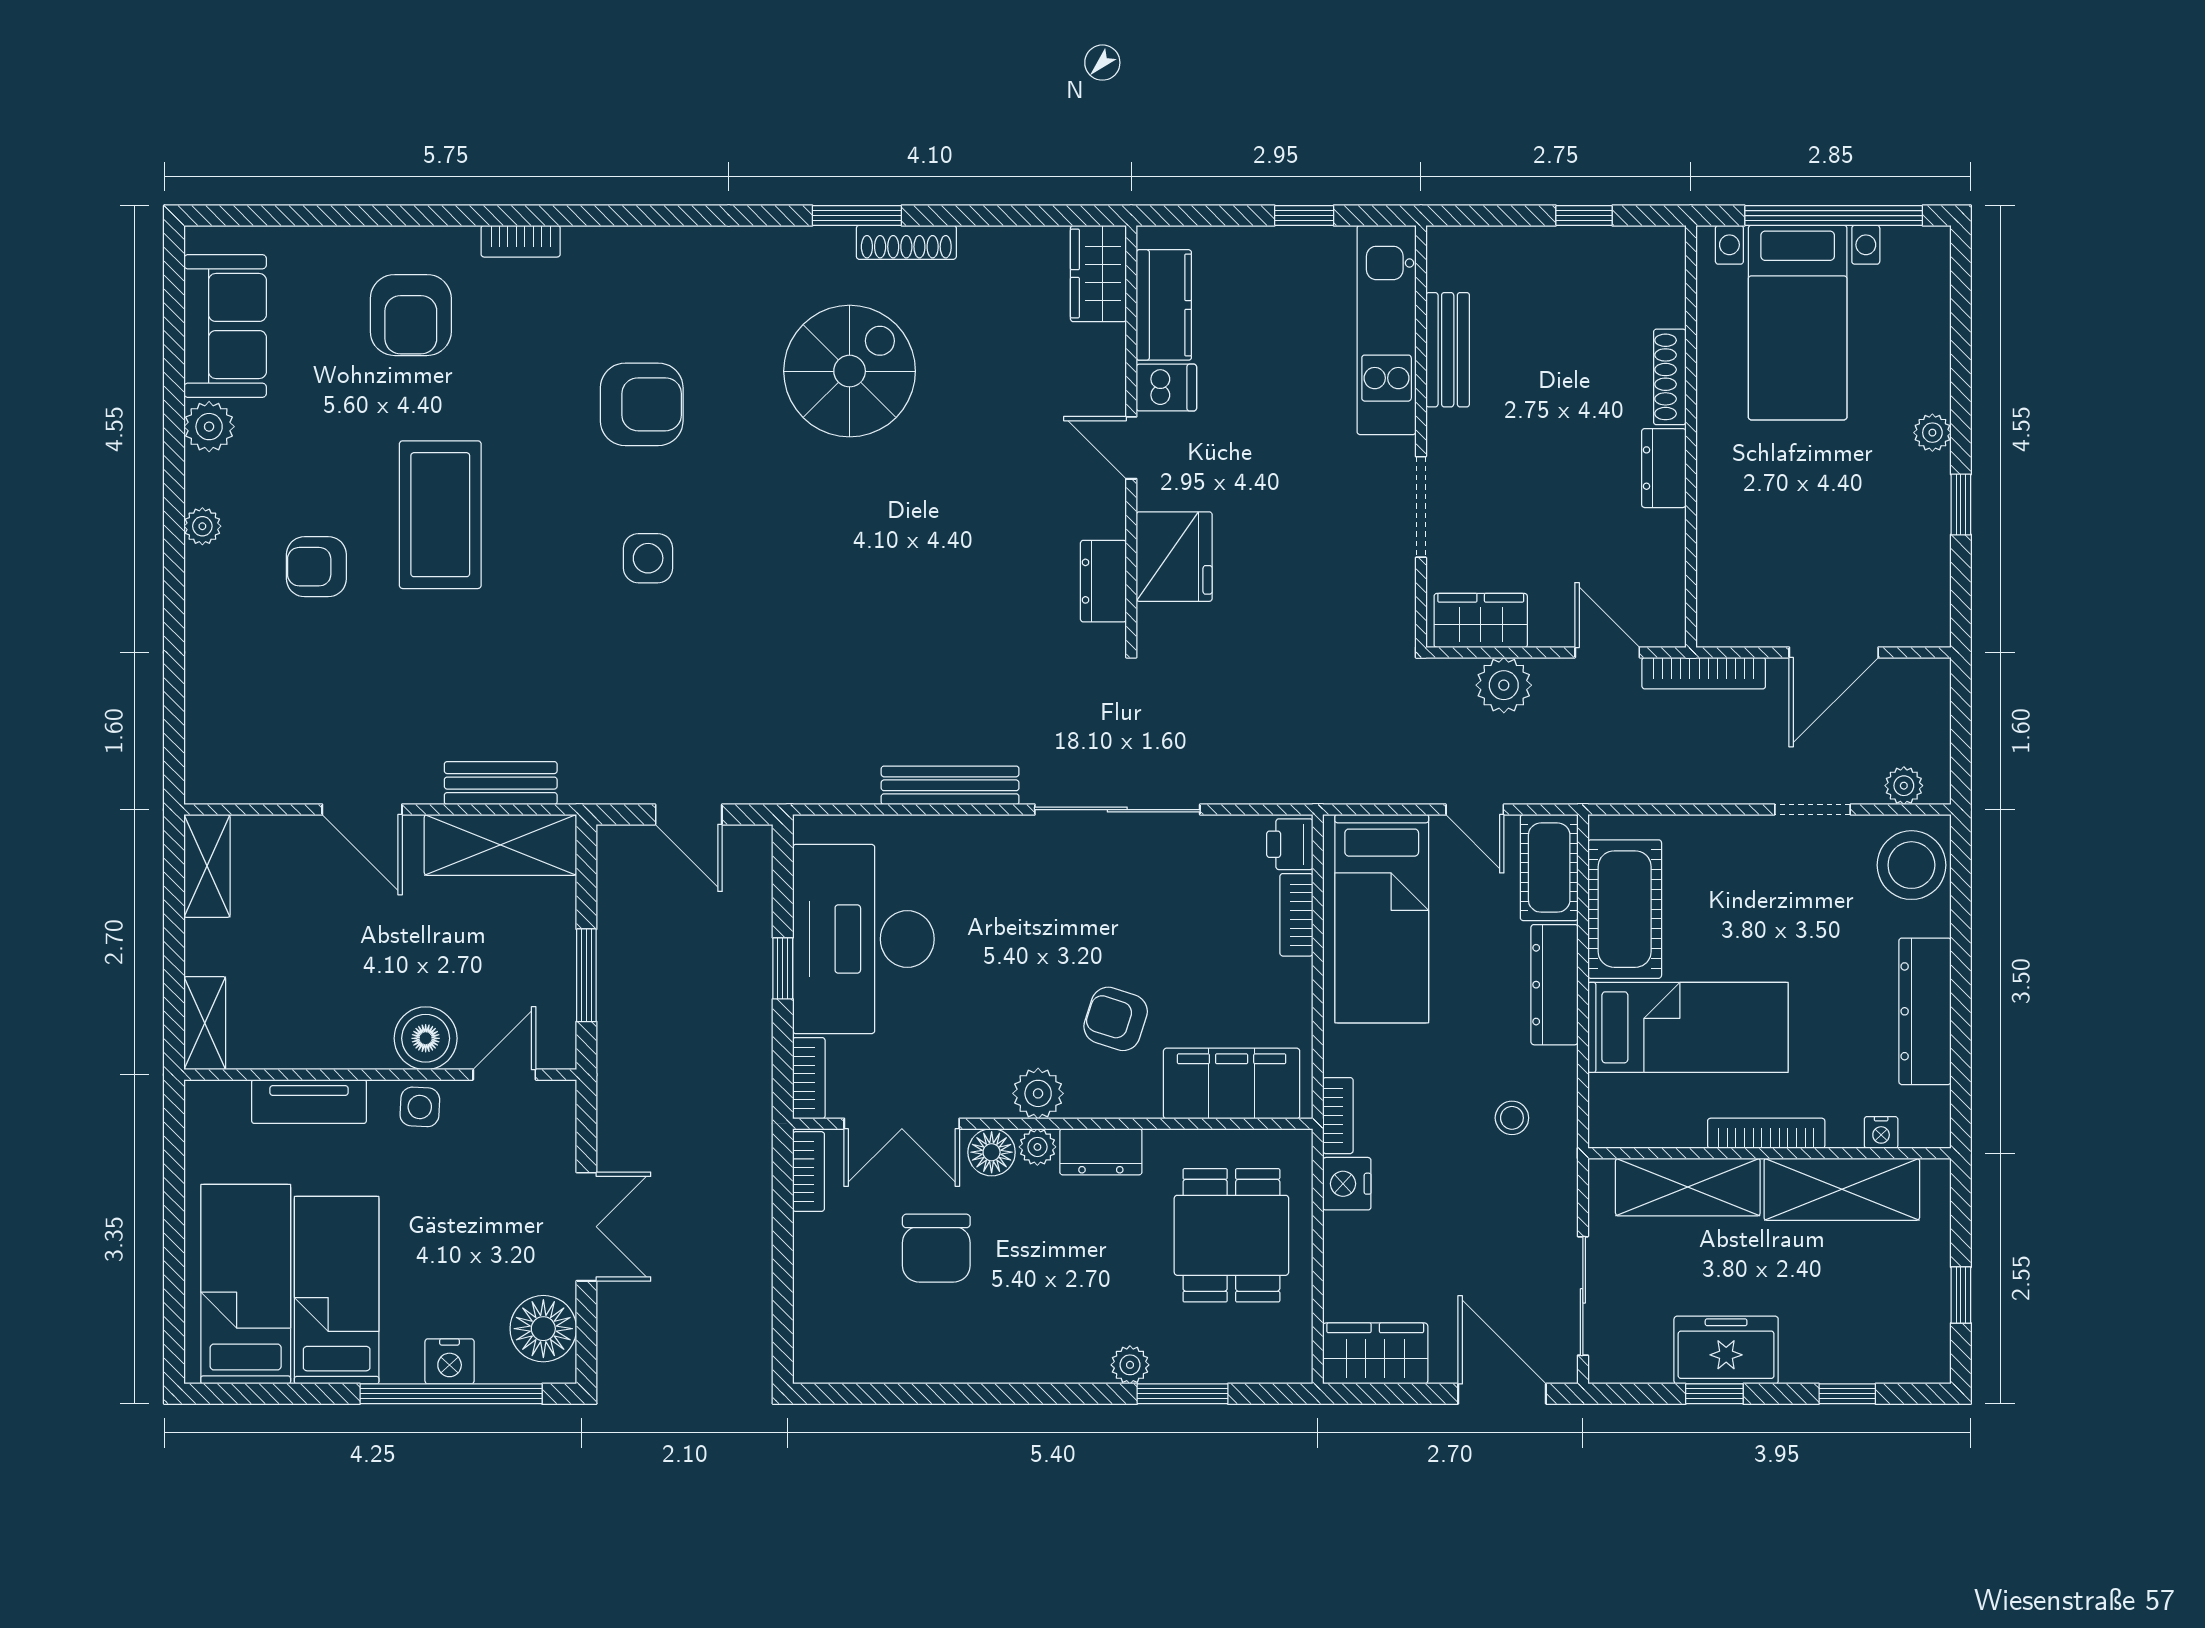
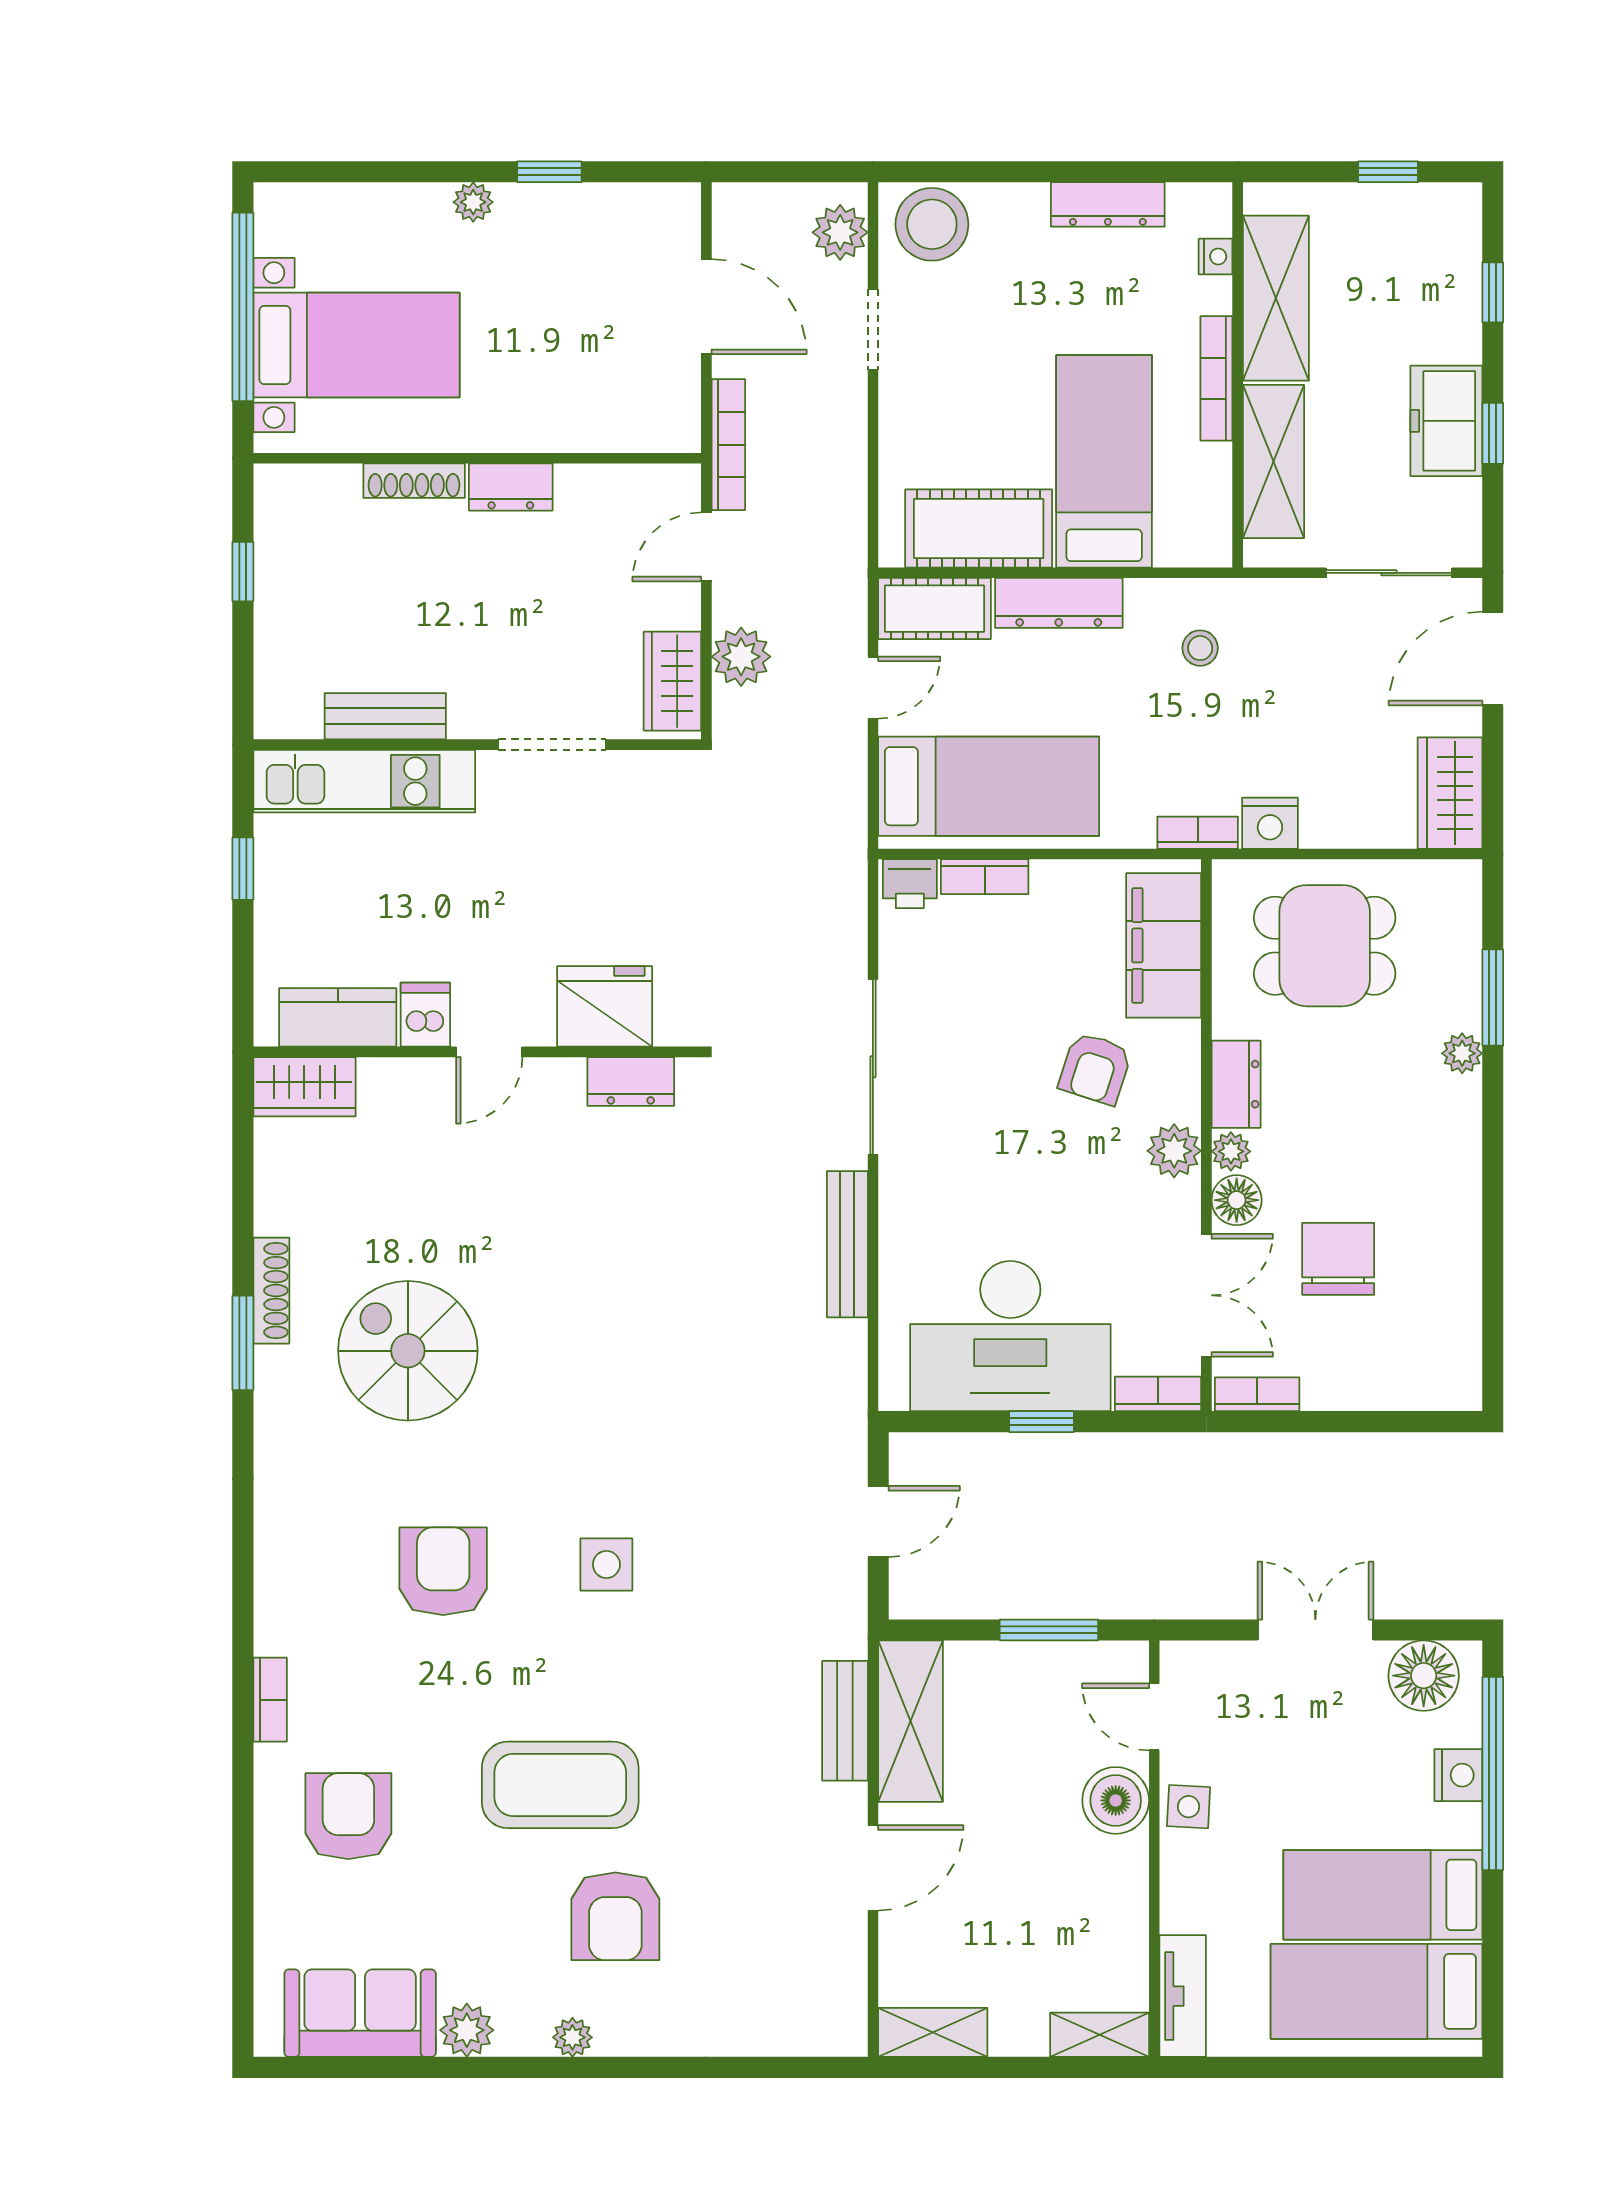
armchair: (411, 315) -> (348, 1816), turned -90
armchair: (316, 567) -> (615, 1916), width x1.38, depth x1.38
plant: (1904, 786) -> (840, 232), width x1.38, depth x1.38
dresser: (1925, 1011) -> (1108, 204), width x0.73, depth x0.80
tv unit: (309, 1101) -> (1183, 1996), moved
chair: (936, 1248) -> (1338, 1259), turned -90

